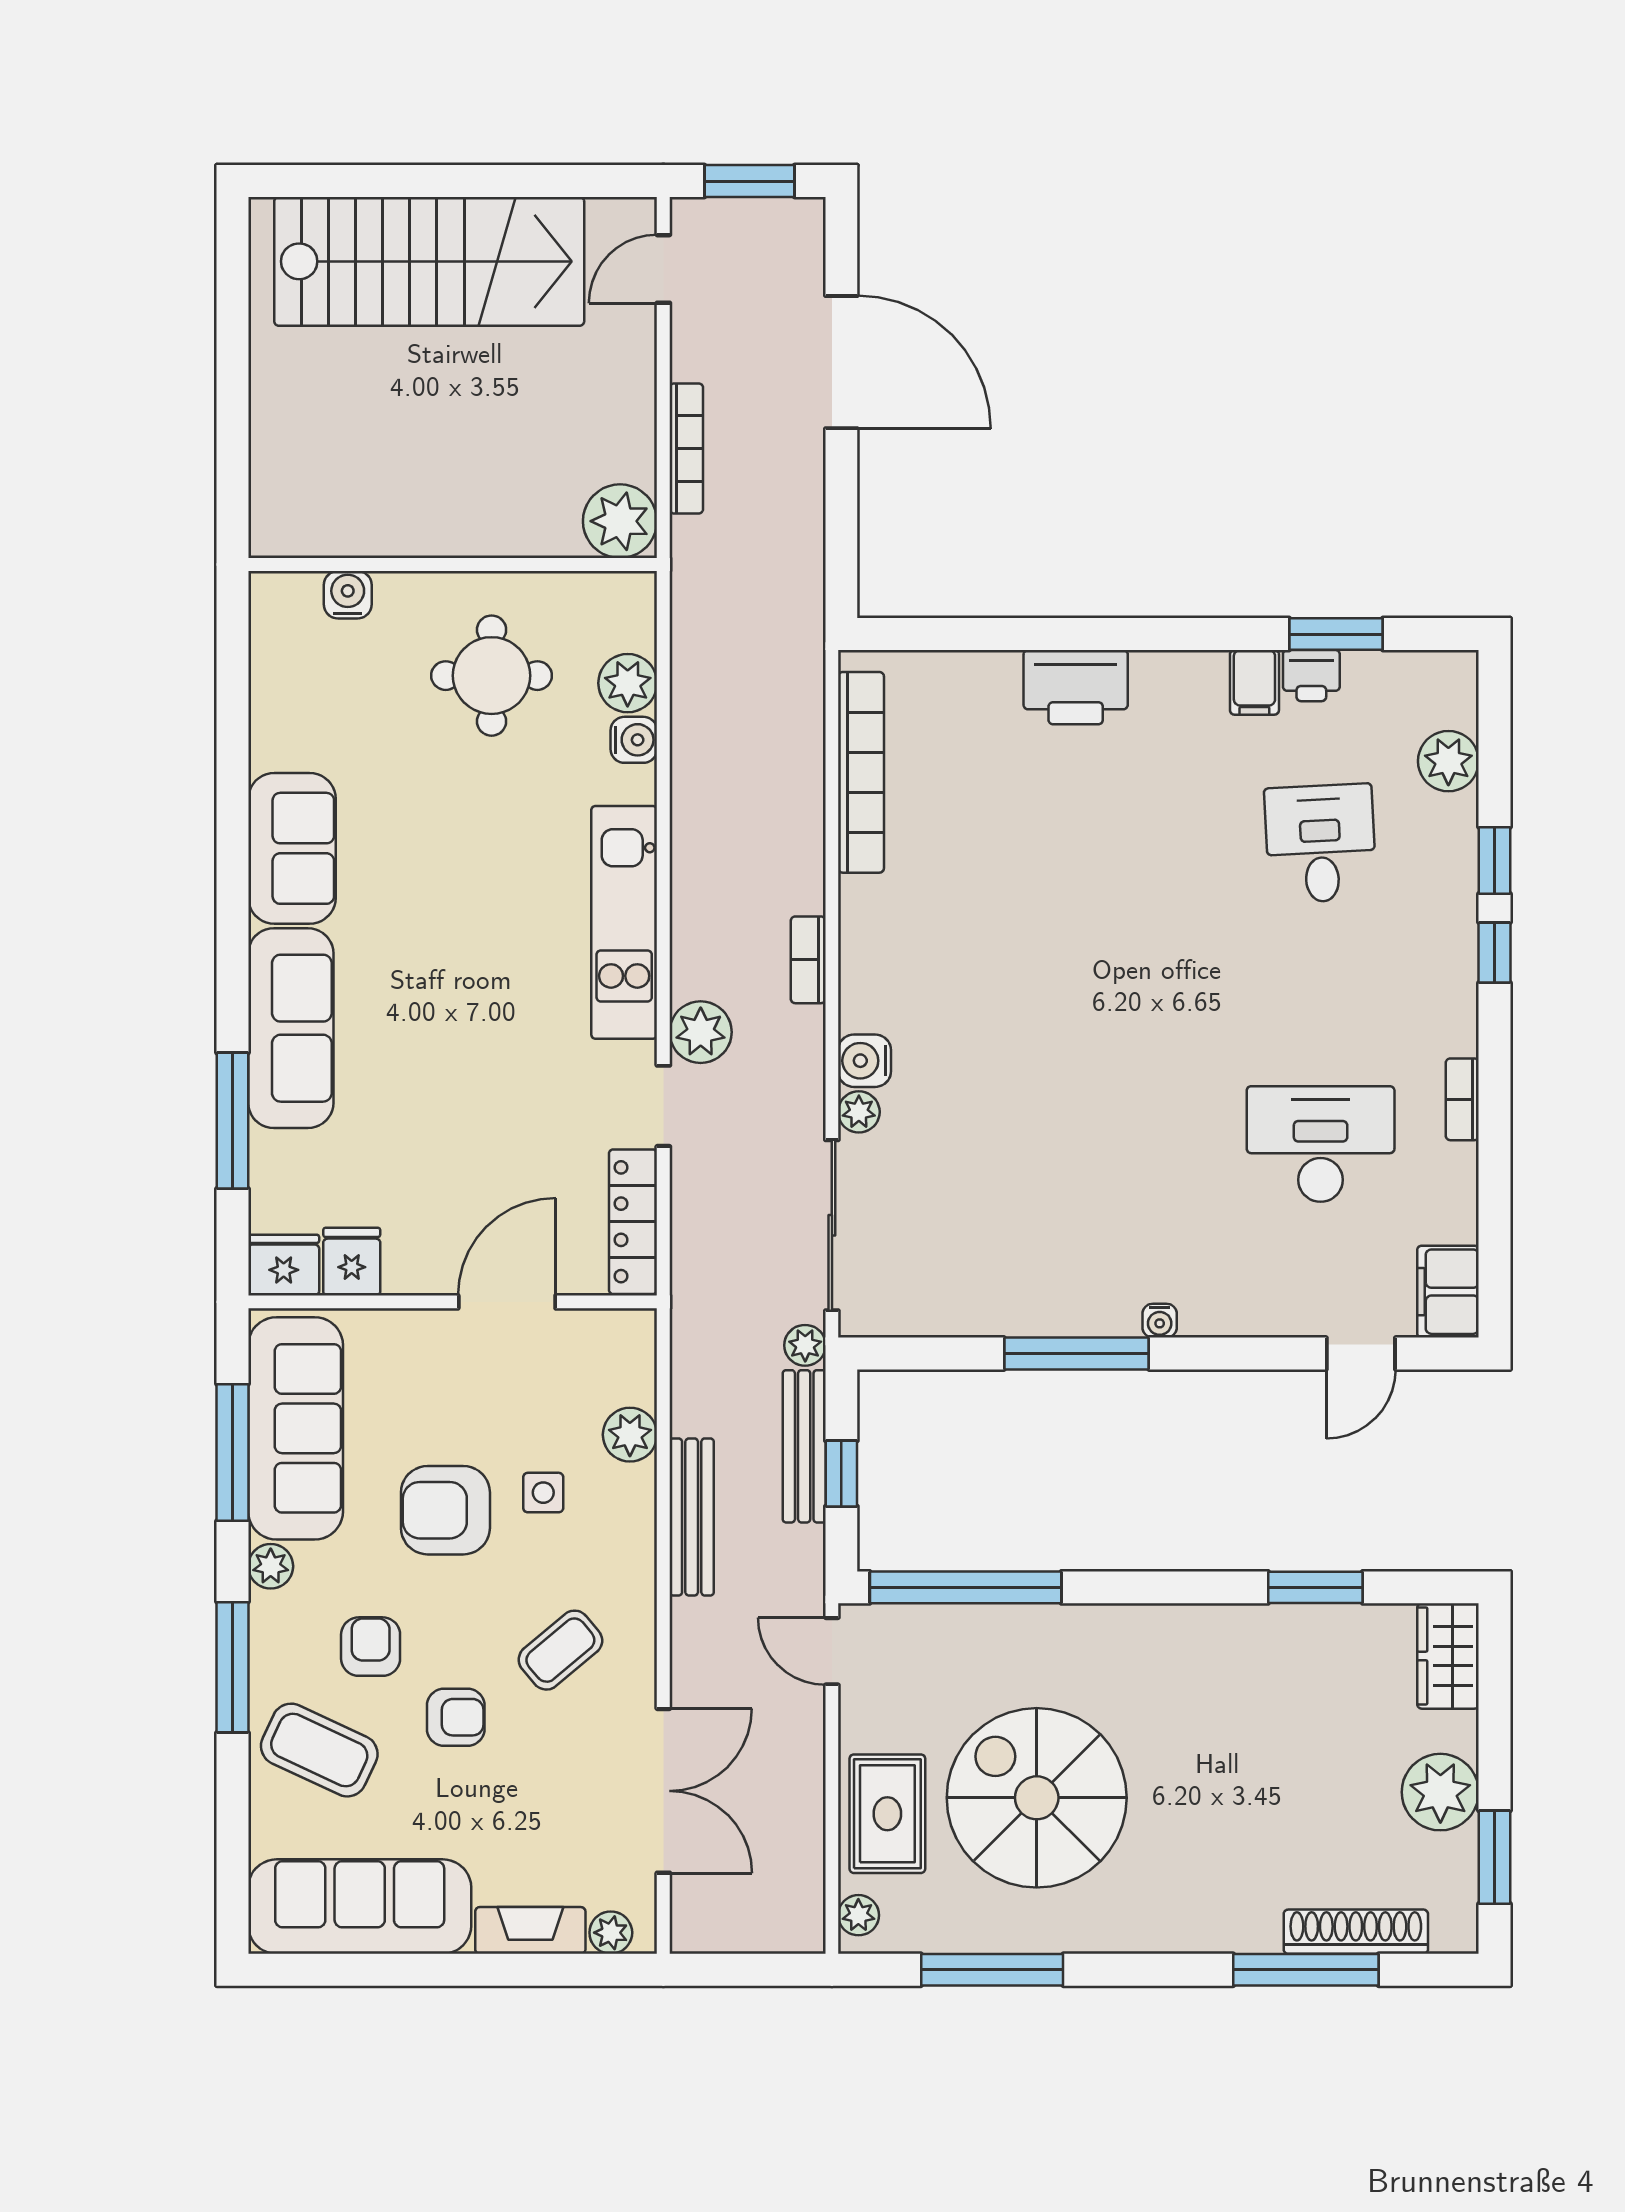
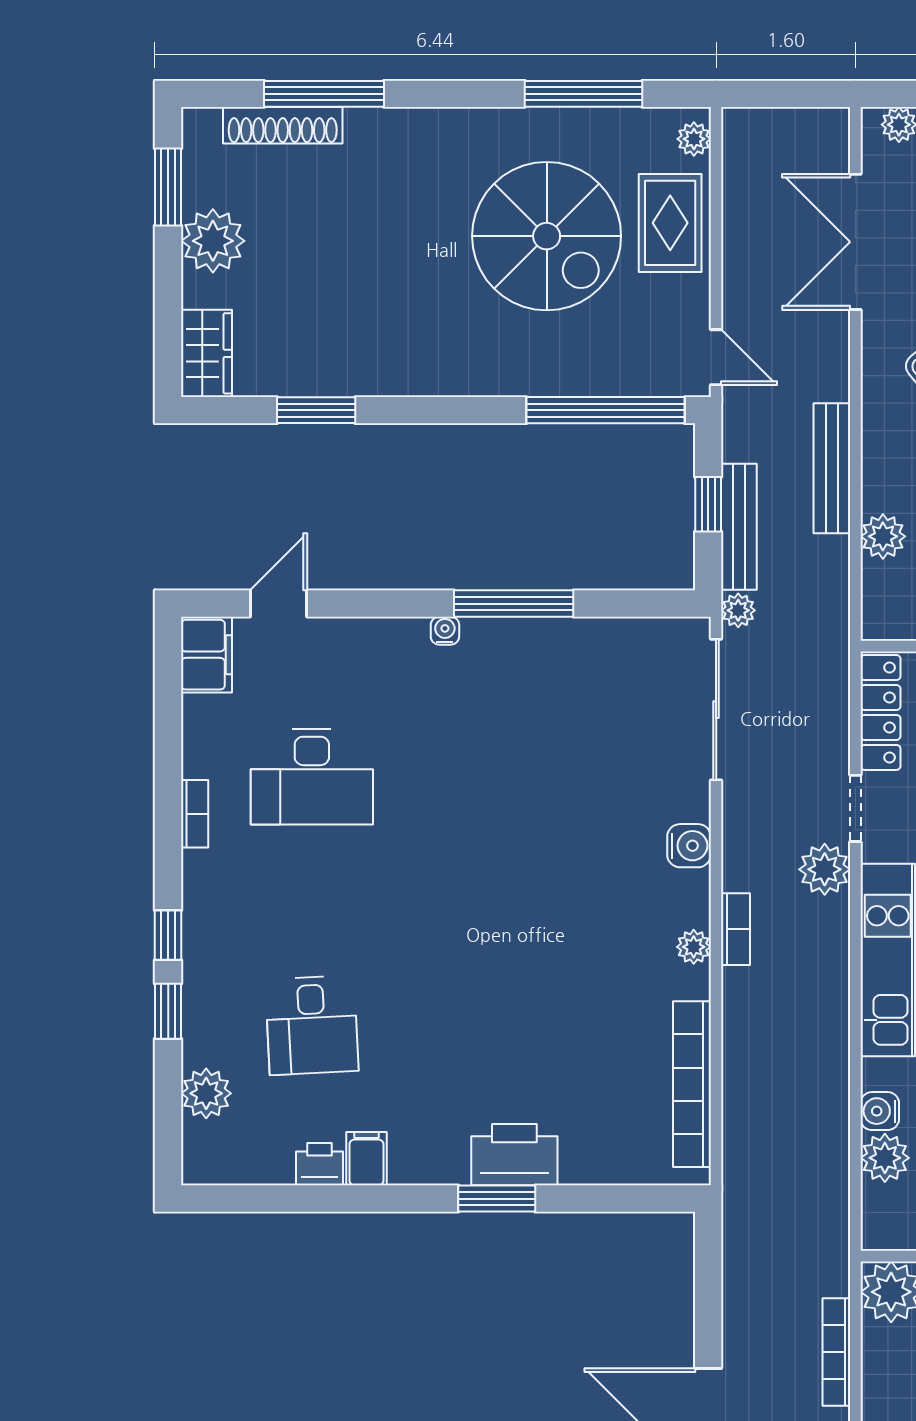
window: (1336, 634) -> (497, 1199), moved
plant: (859, 1112) -> (694, 947), moved

